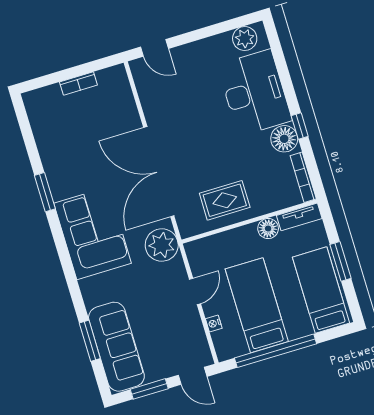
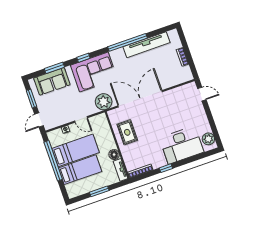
door: (155, 48) -> (202, 94), swing flipped
floor lamp: (284, 139) -> (159, 161), removed
tv unit: (51, 154) -> (147, 45), added
window: (45, 192) -> (128, 42), width x2.11
corner sofa: (93, 233) -> (94, 72), moved
window: (72, 282) -> (83, 58), added
bed: (321, 290) -> (80, 170), moved
sofa: (116, 347) -> (52, 81), width x0.73

